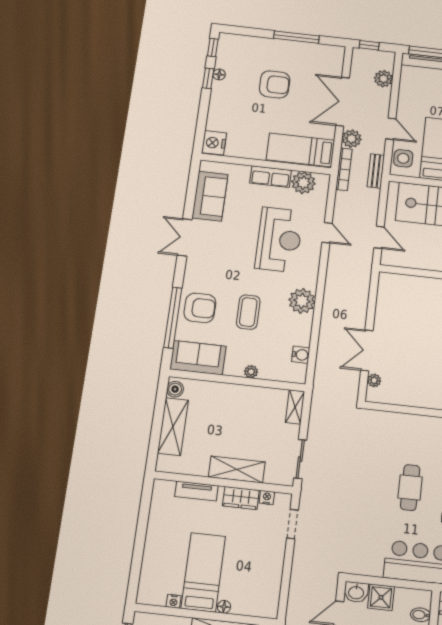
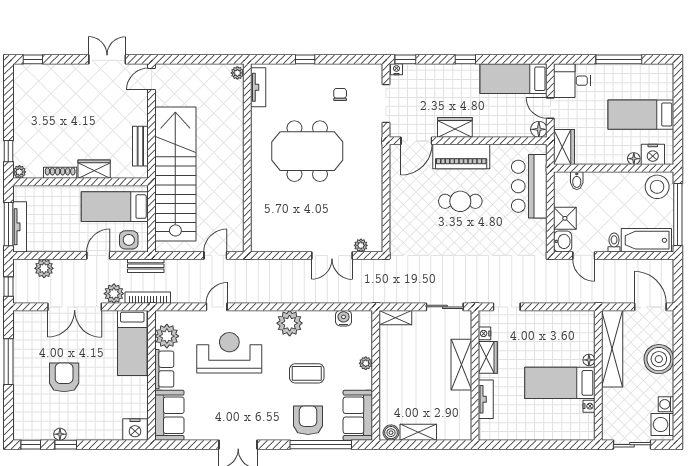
sofa: (210, 196) -> (169, 415), moved, turned 90
shelving: (173, 427) -> (418, 432), width x0.67, depth x0.75

